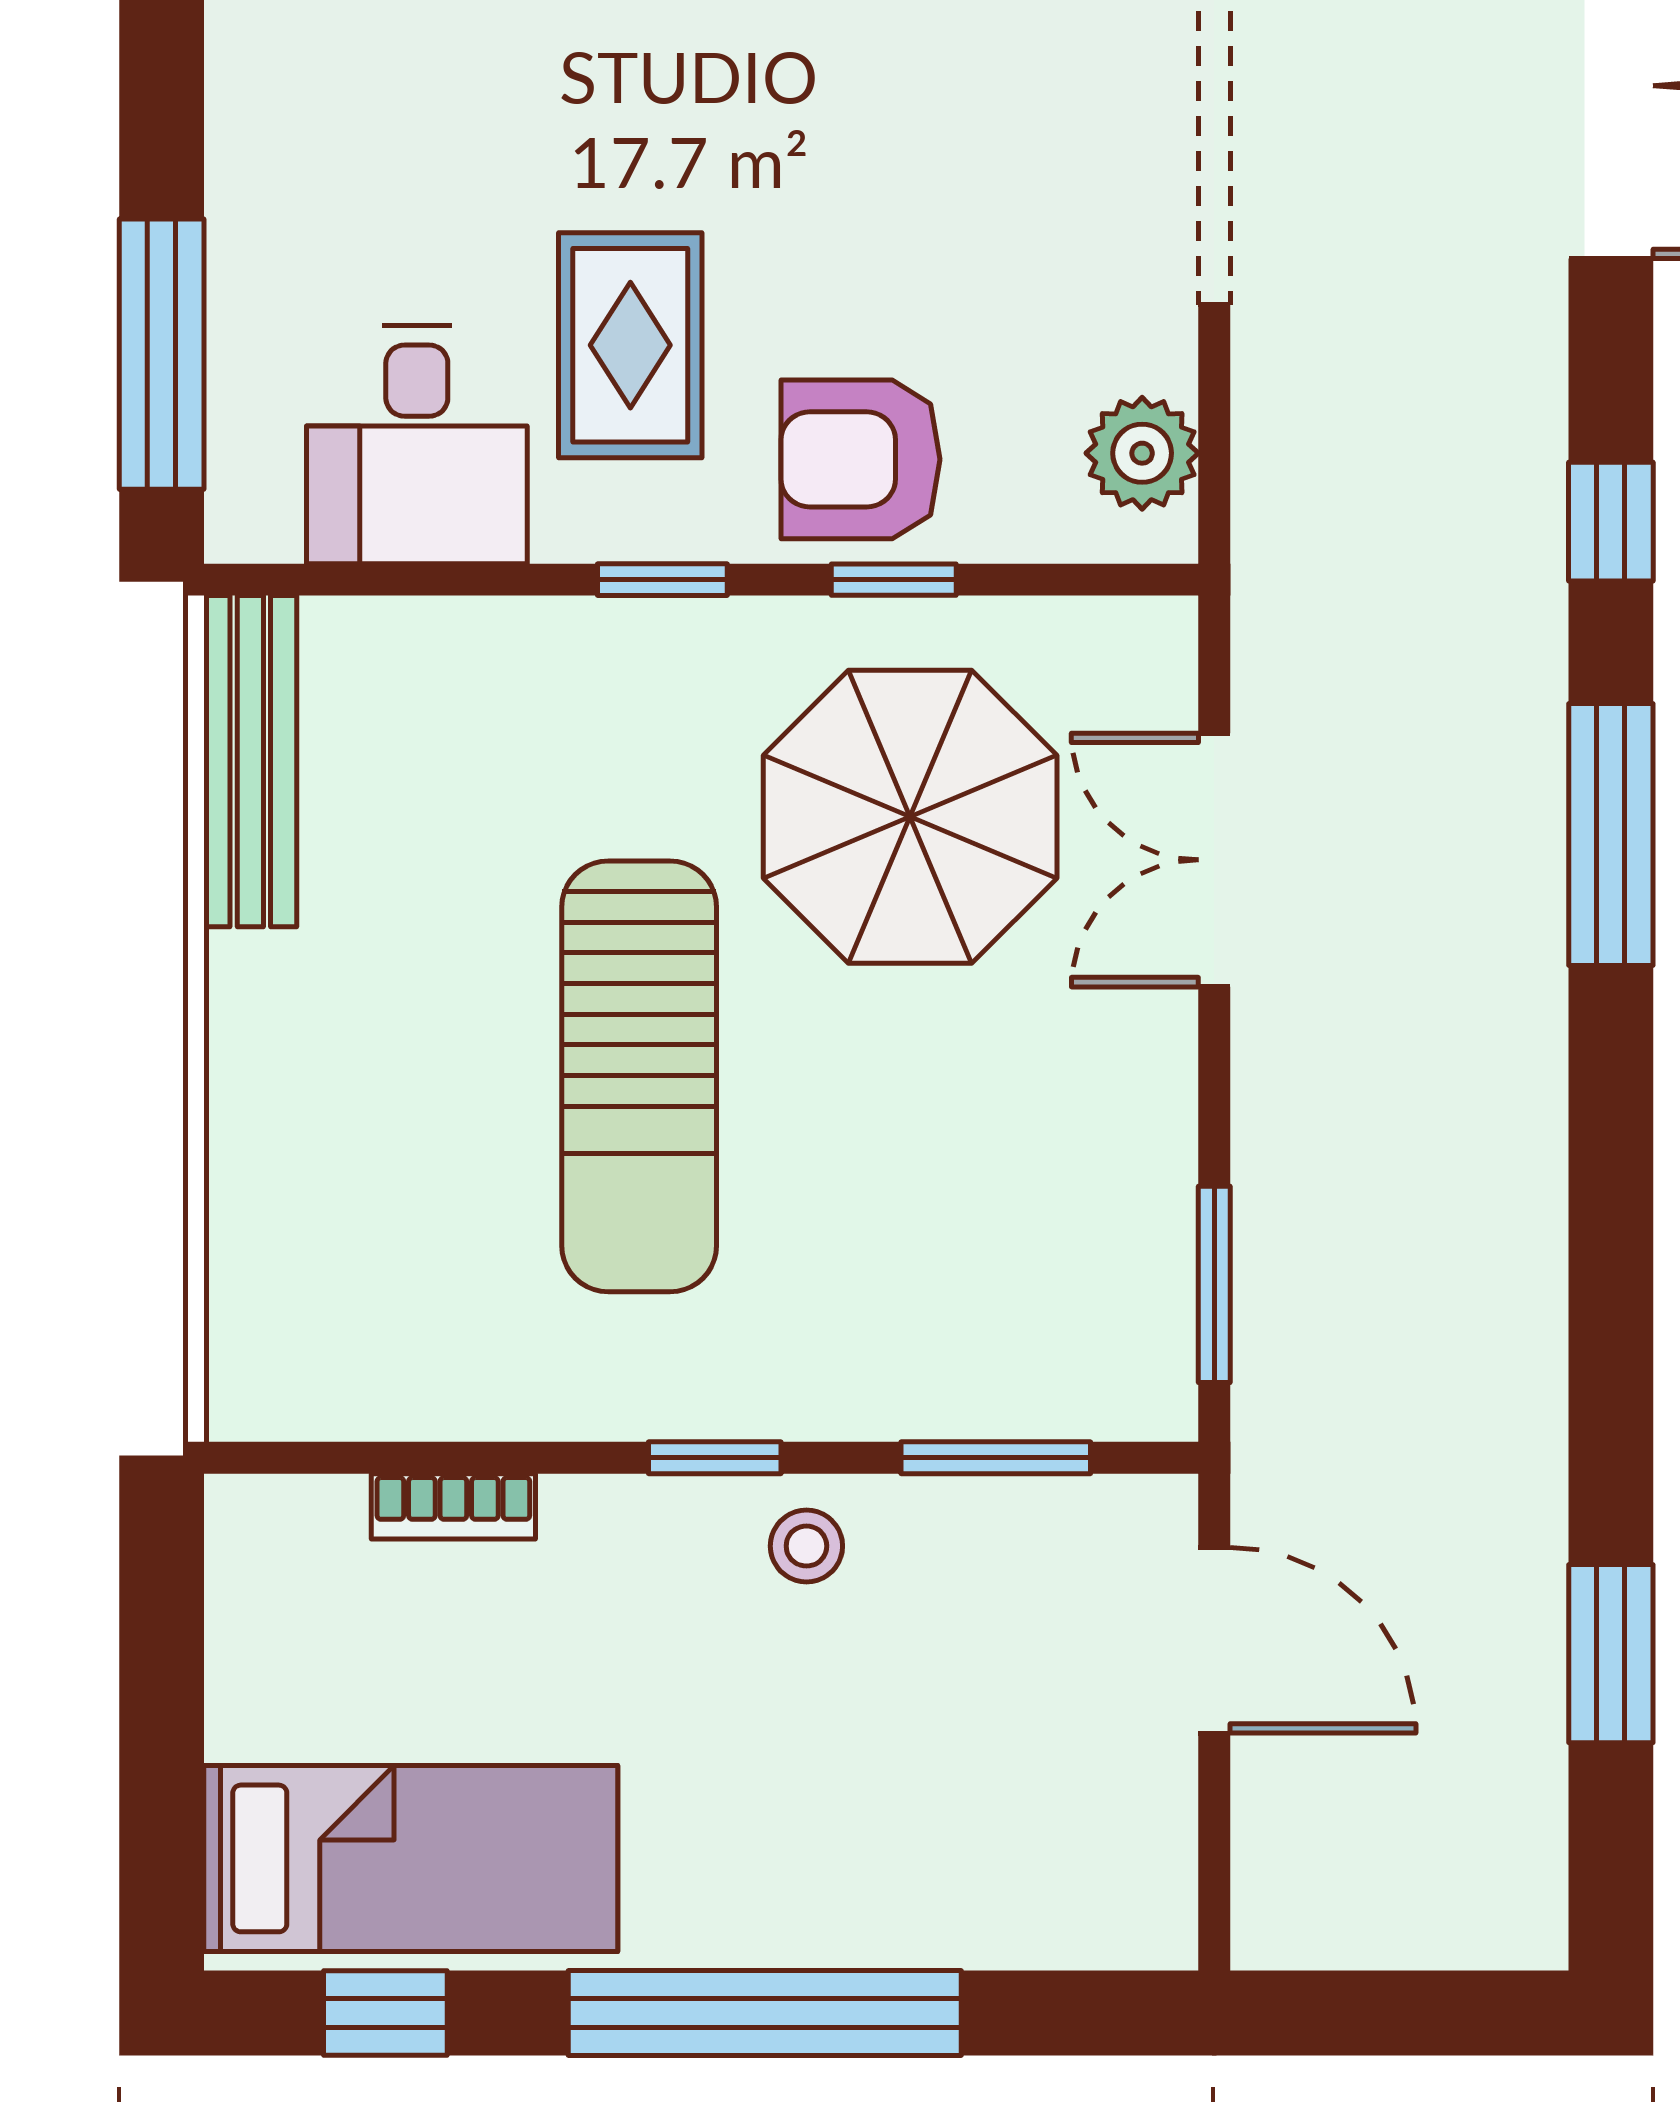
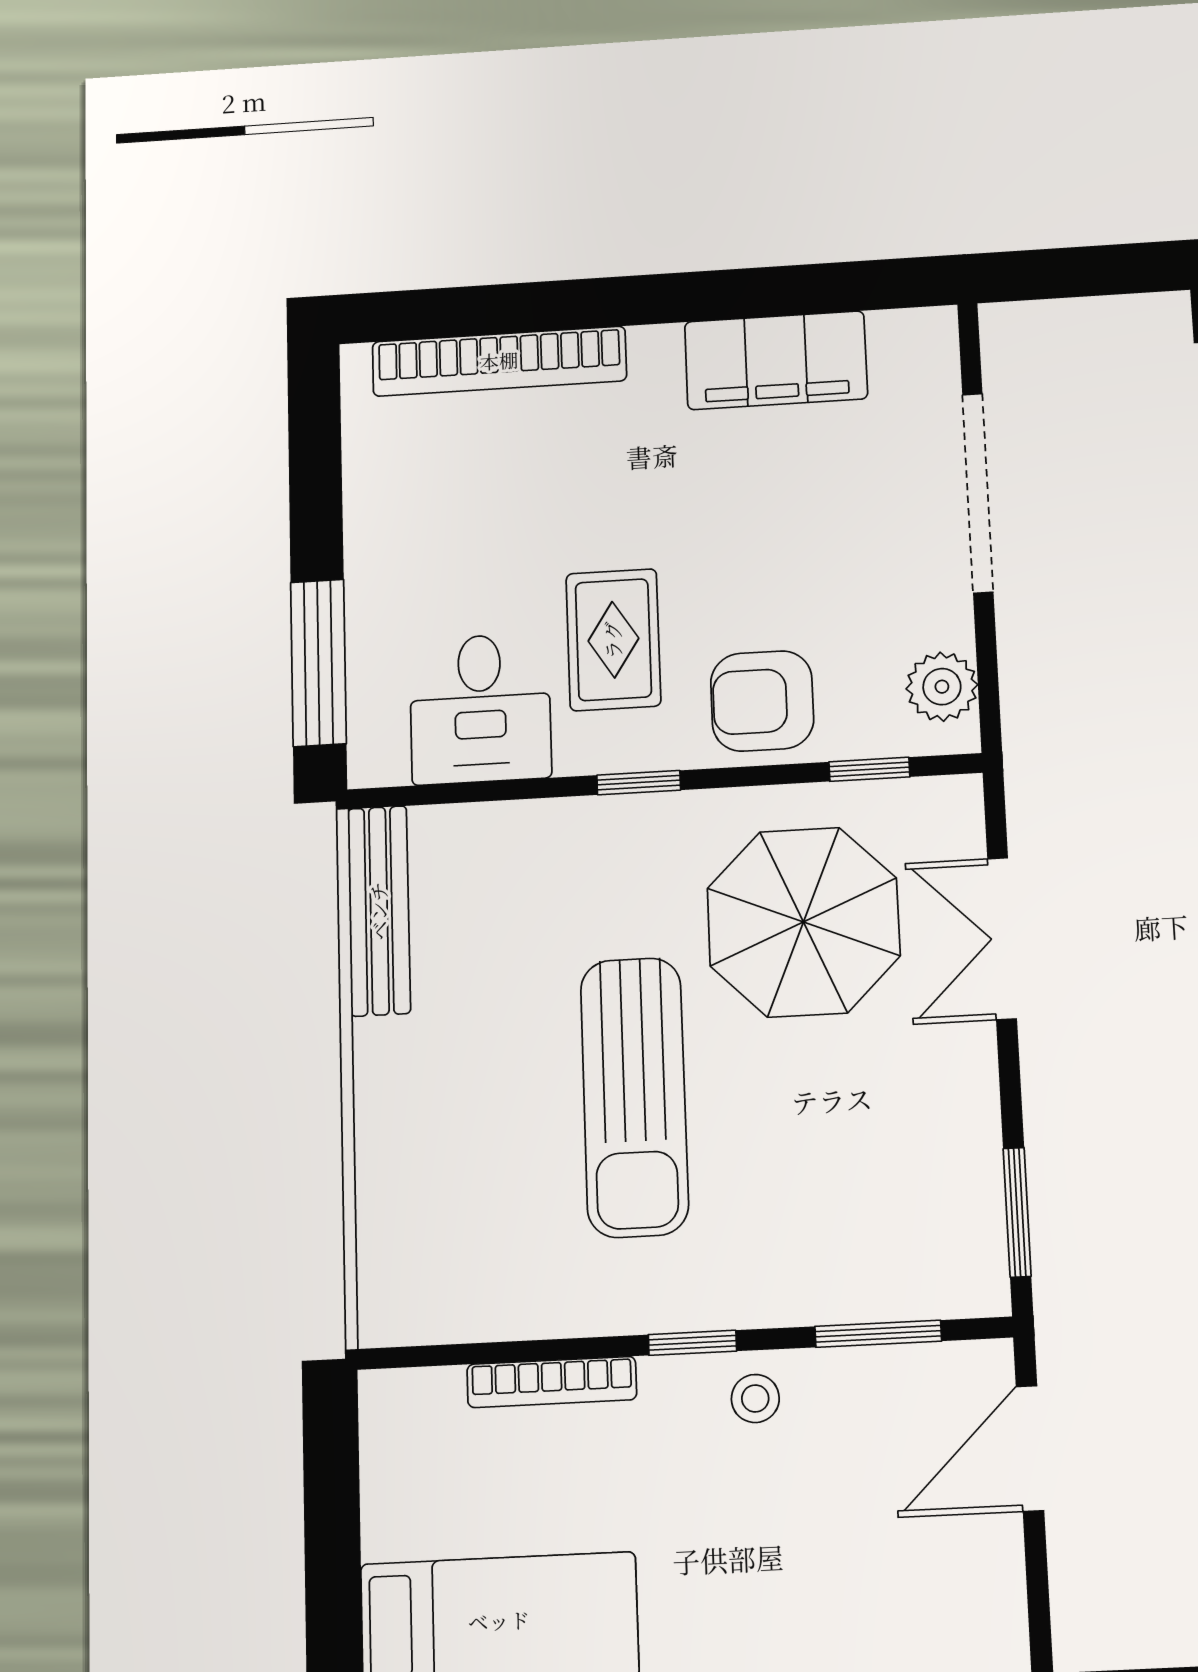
window: (894, 580) -> (869, 769), moved
bookcase: (453, 1506) -> (552, 1382), width x1.56
door: (1214, 1640) -> (1030, 1448), swing flipped

